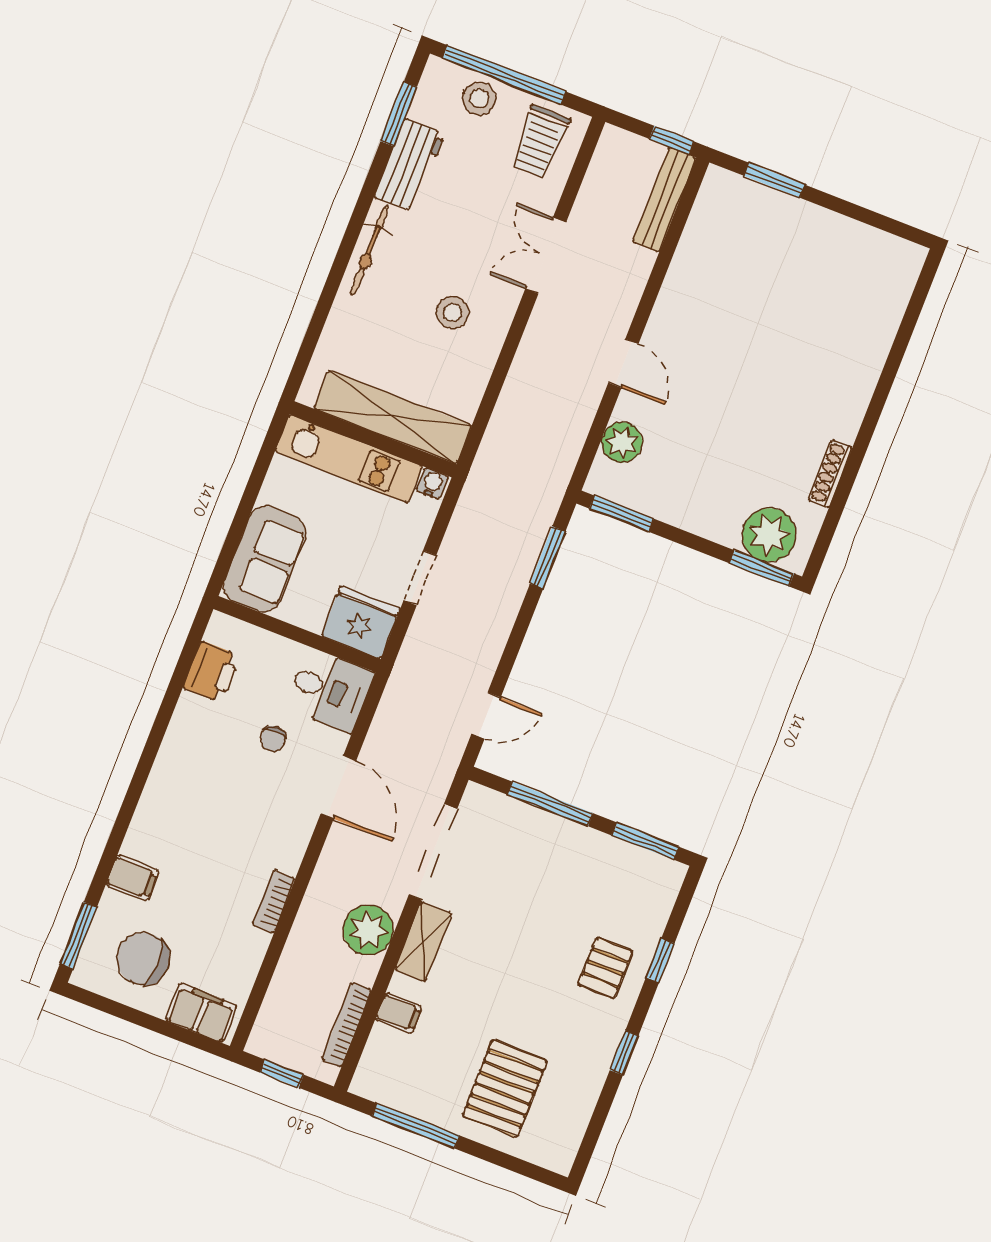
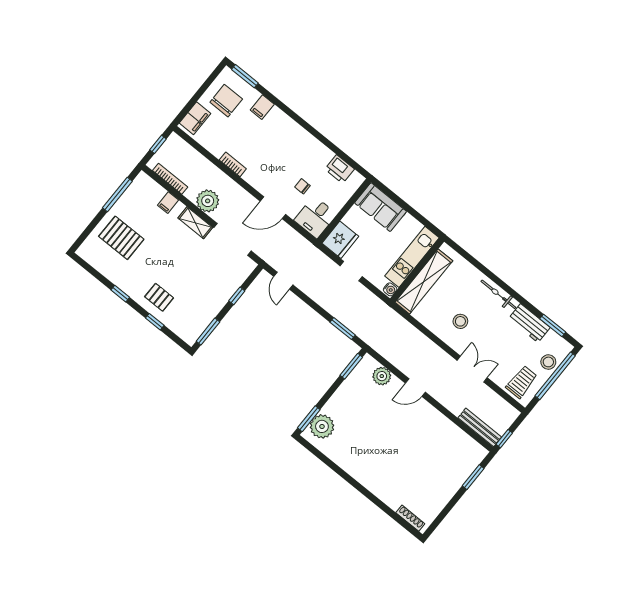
trolley: (540, 142) -> (522, 382), turned 90
shoe rack: (830, 474) -> (410, 518), moved
window: (550, 804) -> (237, 296), width x0.46

